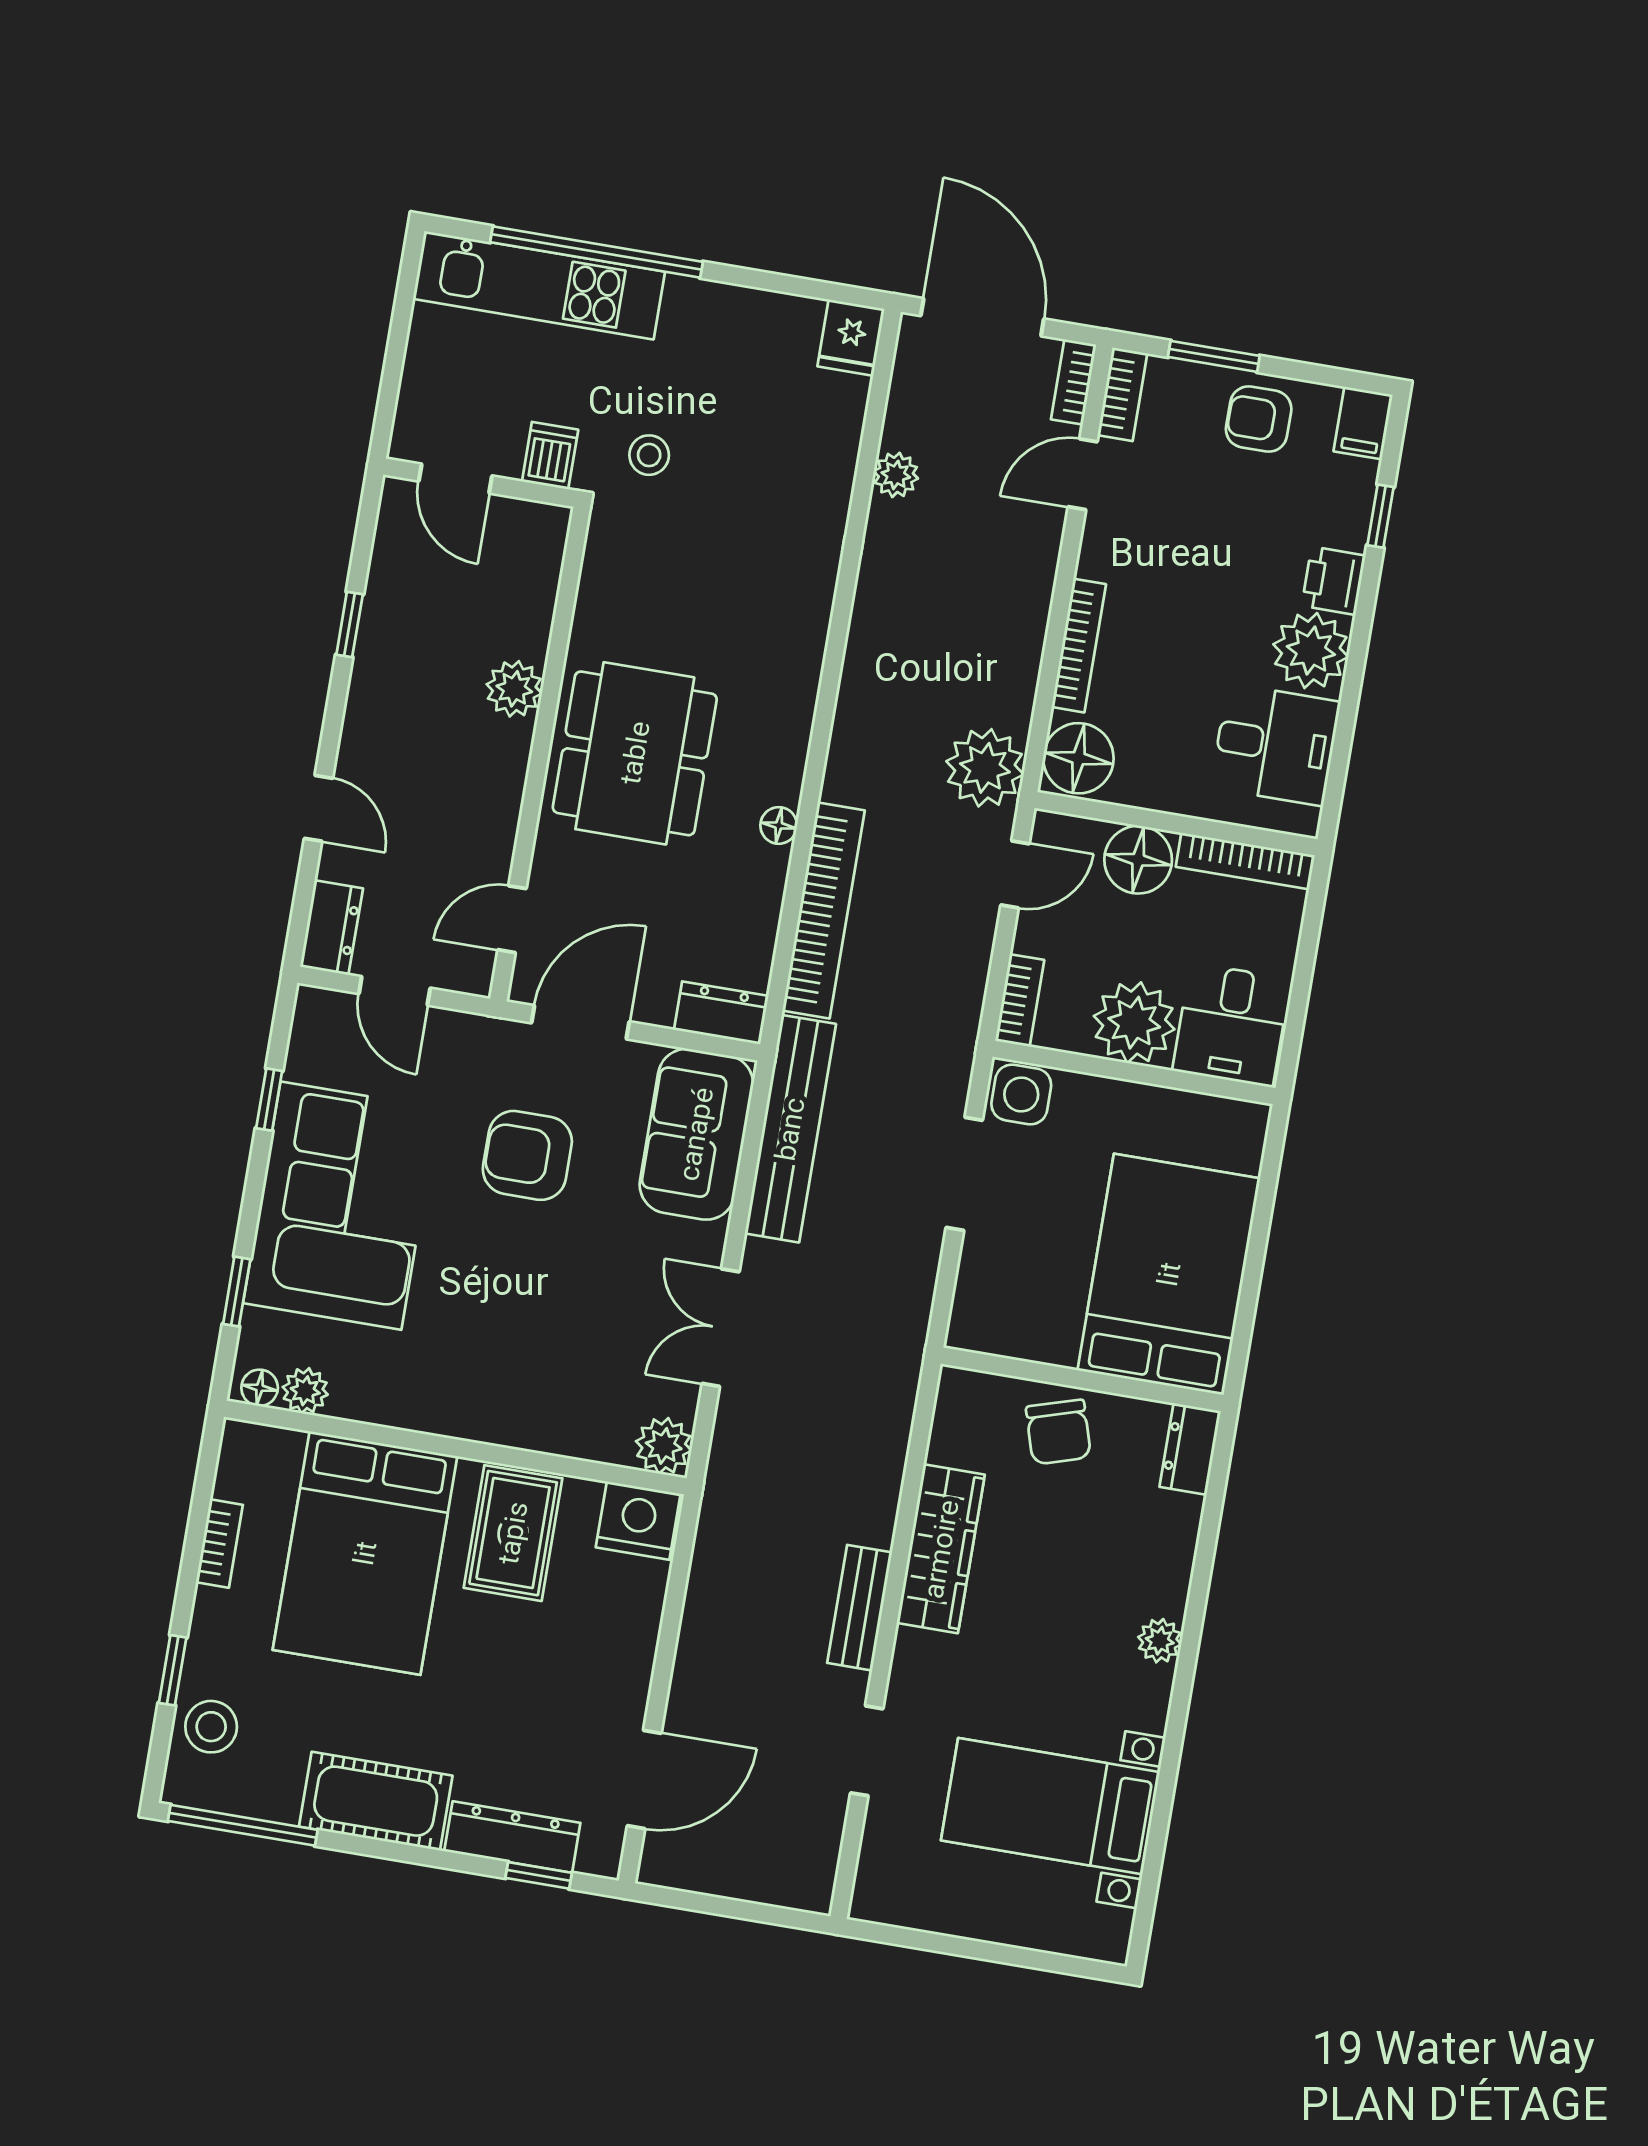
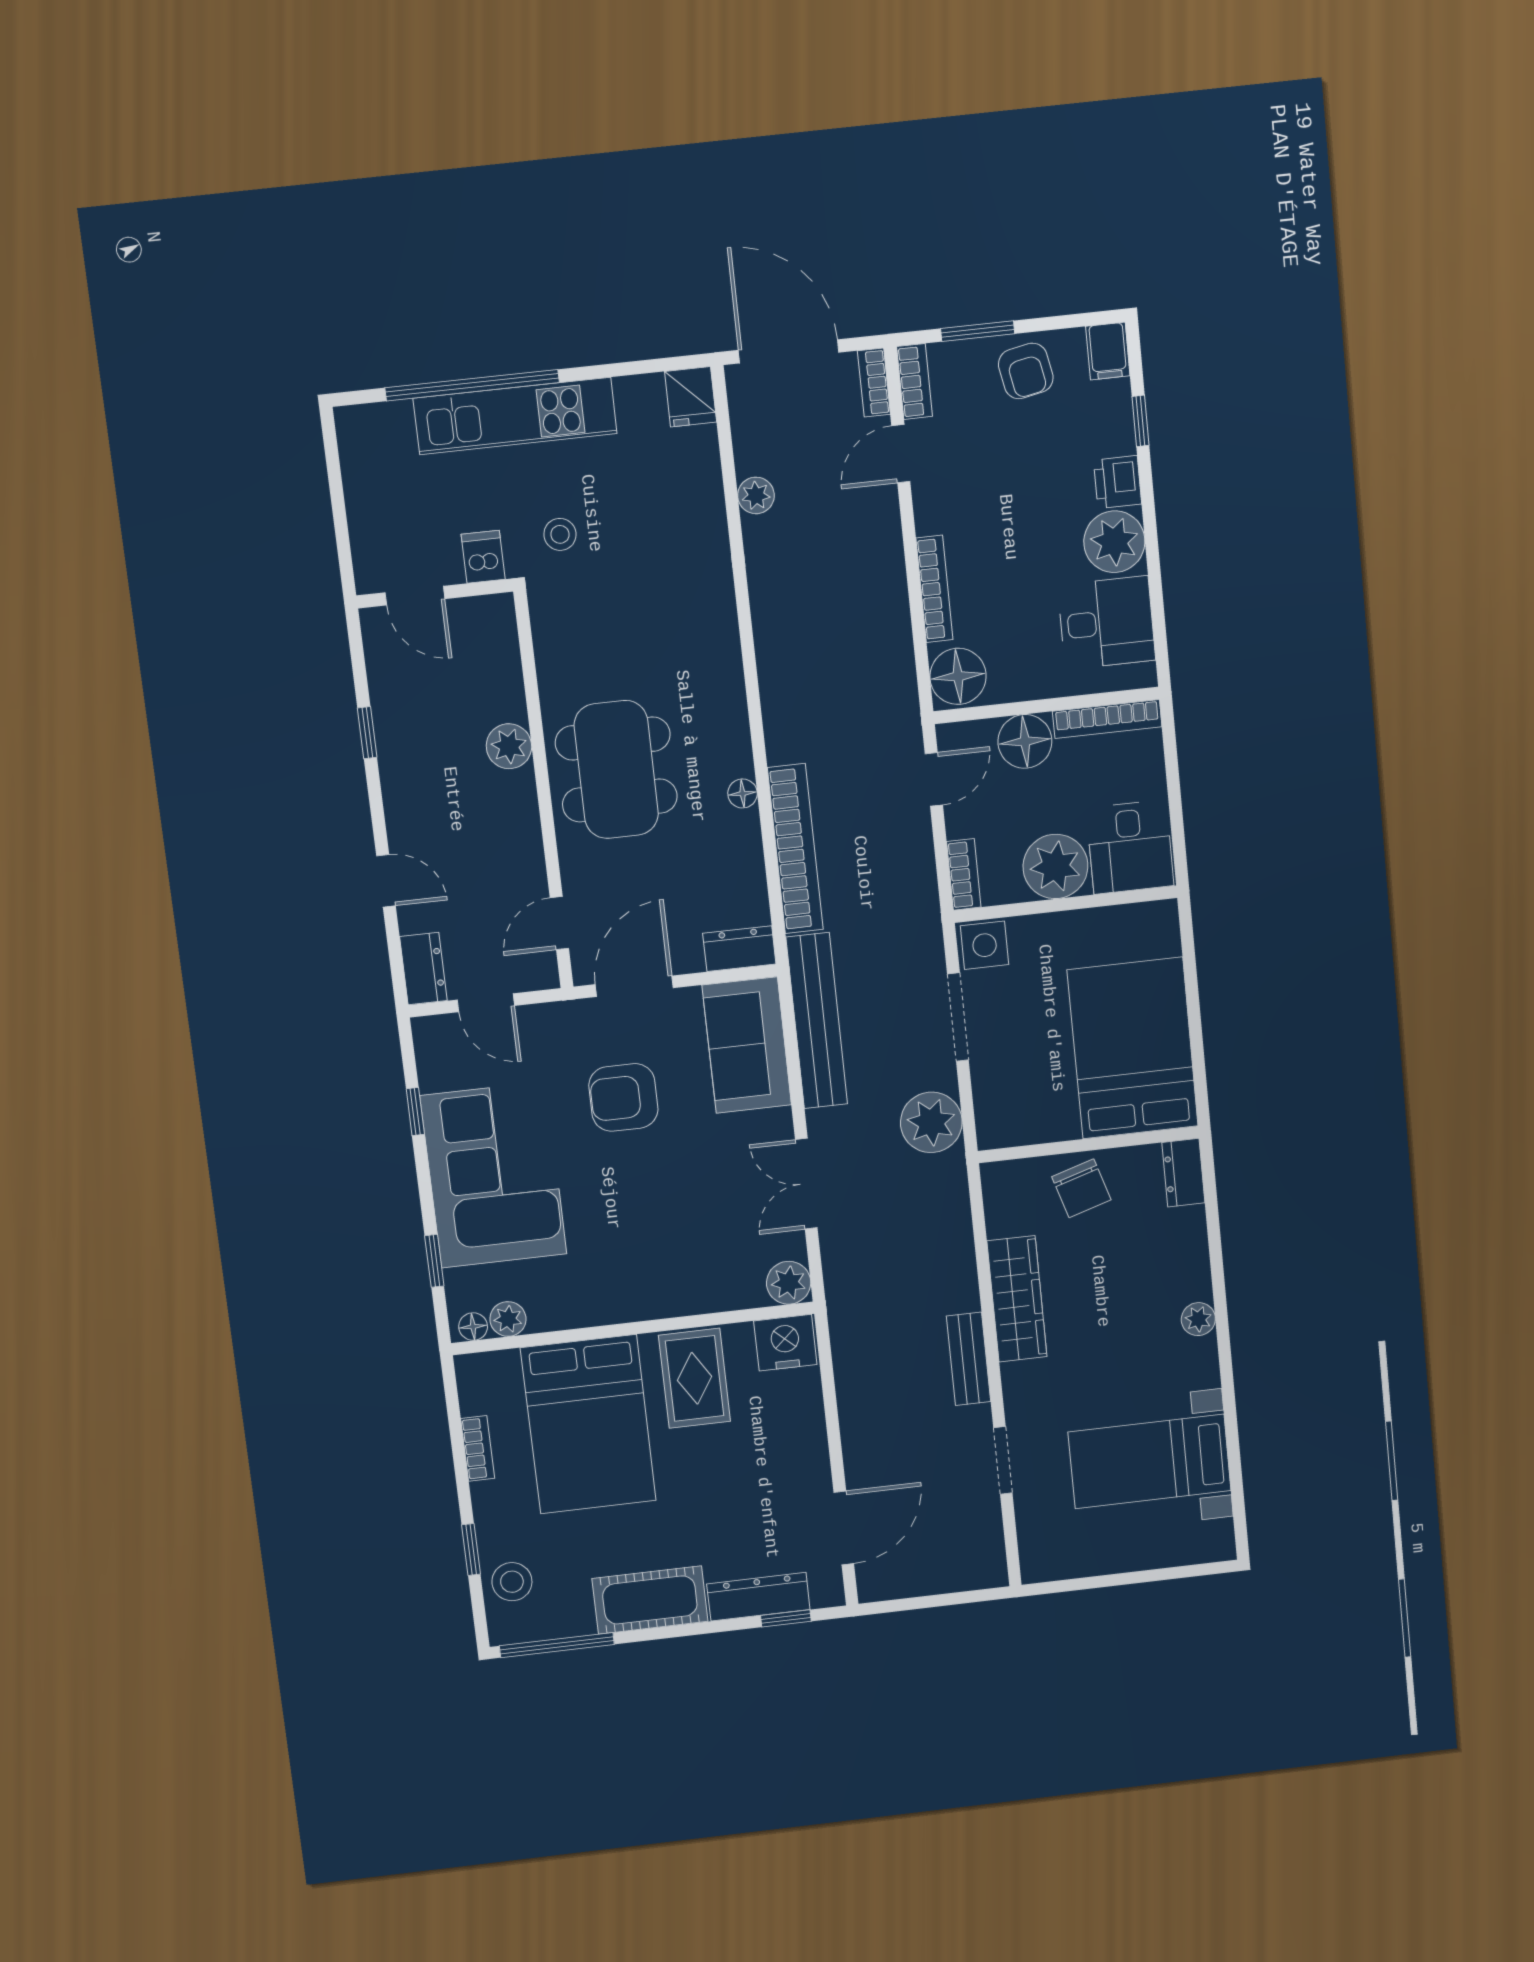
kitchen unit: (539, 285) -> (515, 416), moved
armchair: (1259, 419) -> (1026, 371), turned -101
plant: (985, 768) -> (931, 1122), moved

